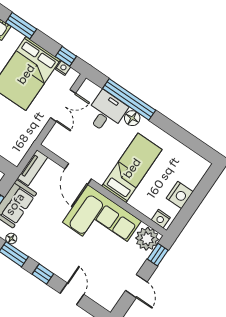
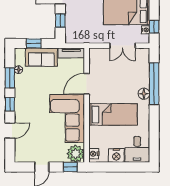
desk: (106, 112) -> (137, 149), moved, turned 90

